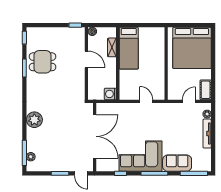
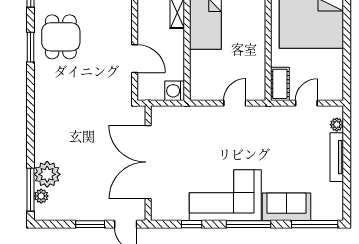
door: (86, 59) -> (135, 59), moved
dining table: (42, 62) -> (61, 37), turned 90
cot: (206, 90) -> (280, 84), moved
door: (146, 101) -> (235, 103), hinge flipped
plant: (34, 120) -> (47, 174), moved
double door: (95, 136) -> (148, 162), swing flipped

